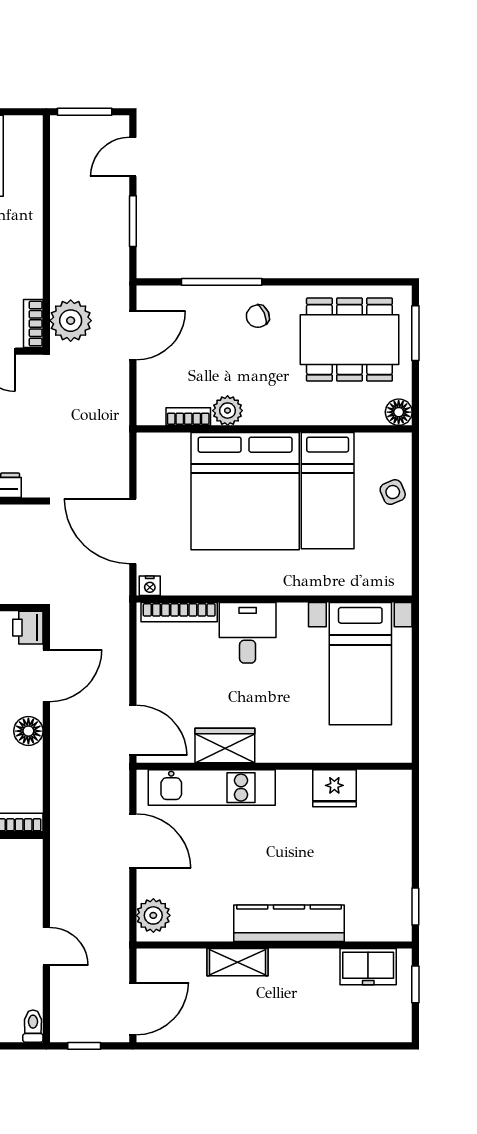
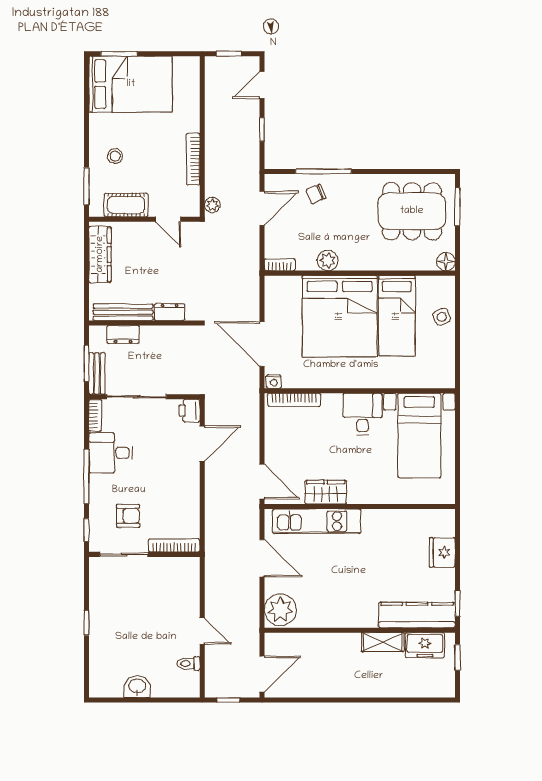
window: (85, 112) -> (229, 54), width x0.67
window: (133, 221) -> (262, 129), width x0.67
chair: (258, 316) -> (316, 194), moved
plant: (71, 321) -> (212, 205), width x0.53, depth x0.53
bookcase: (33, 324) -> (193, 159), moved, width x1.56
bookcase: (188, 417) -> (280, 265), moved
desk: (248, 633) -> (363, 414), moved
floor lamp: (28, 731) -> (190, 482), removed
fridge: (334, 788) -> (442, 552), moved, turned 90
plant: (153, 915) -> (280, 610), width x1.36, depth x1.36
kitchen counter: (289, 923) -> (417, 615), moved
shelving: (237, 962) -> (383, 642), moved
toilet: (33, 1026) -> (189, 663), moved, turned -90

